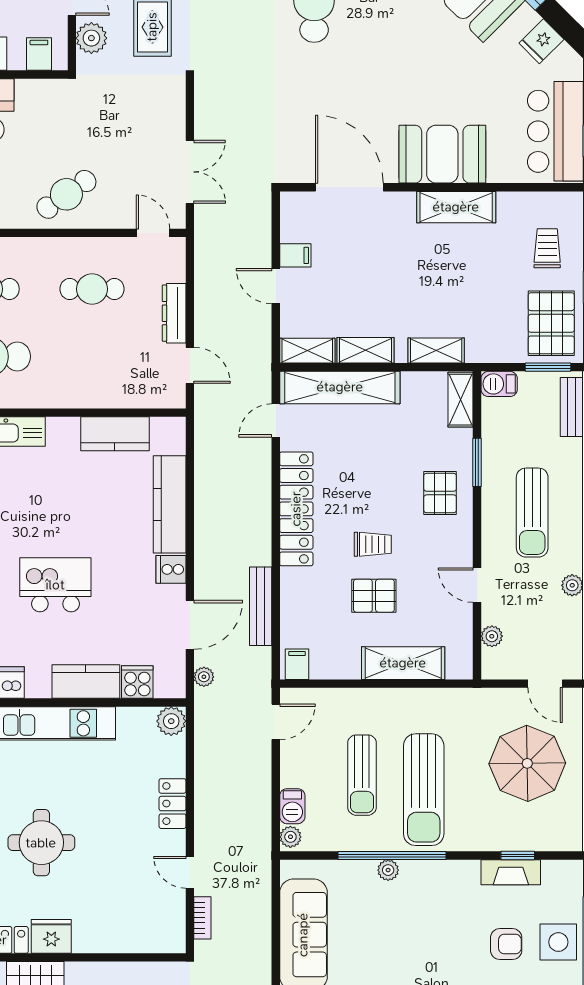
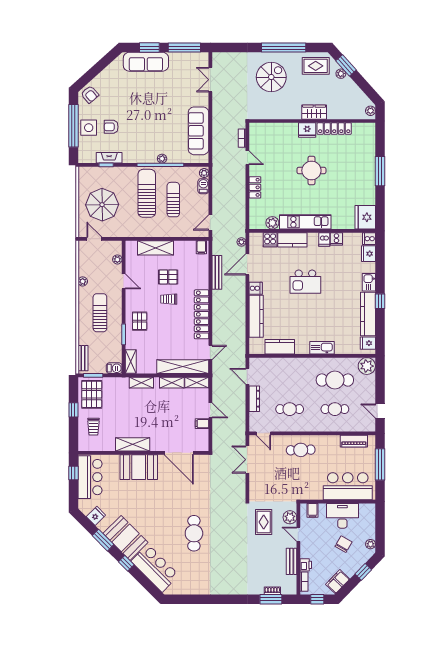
cafe table: (66, 194) -> (301, 450), turned 33
plant: (171, 721) -> (272, 223), moved

